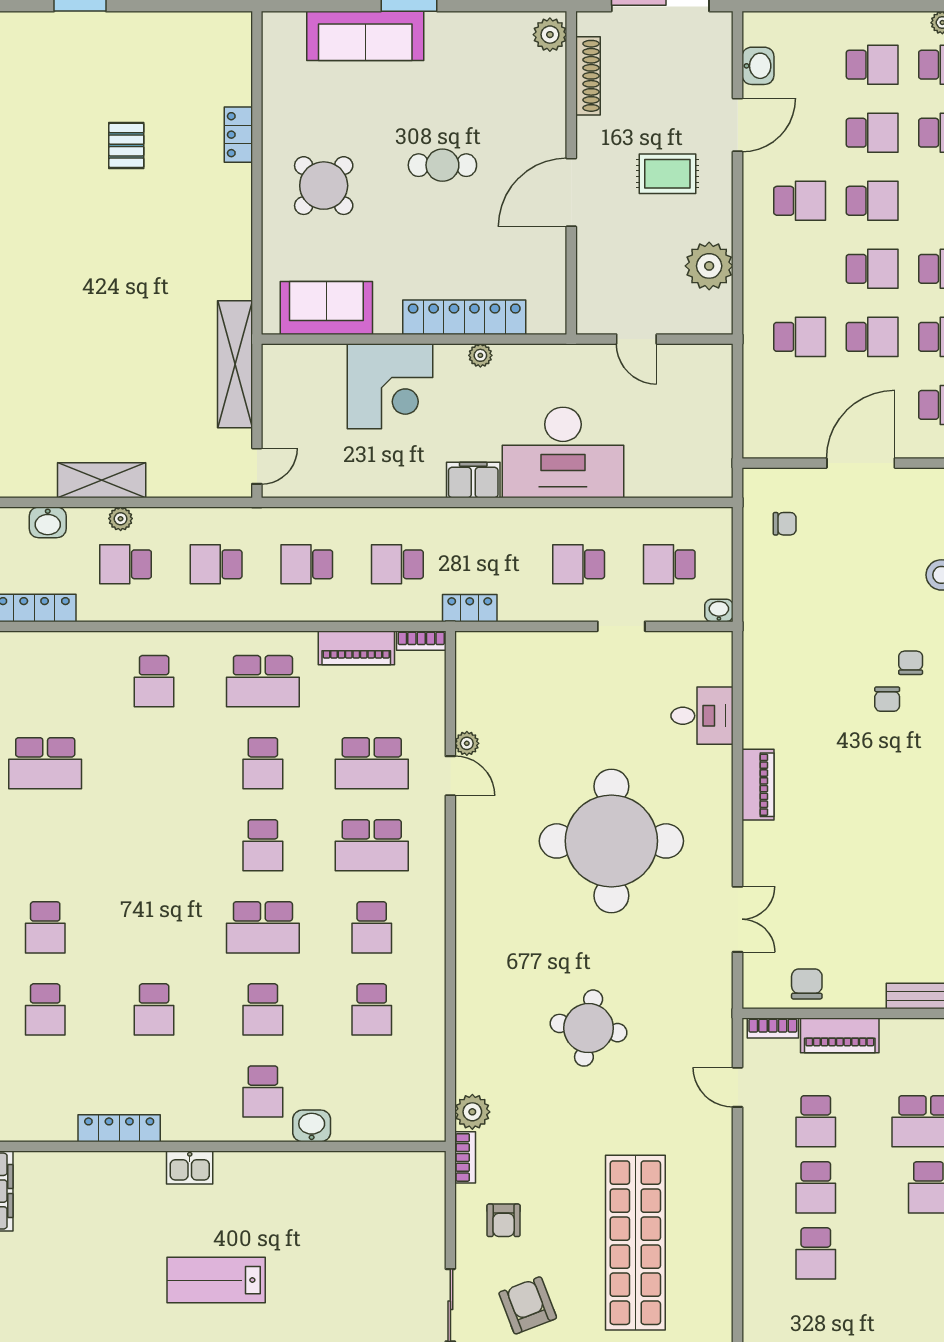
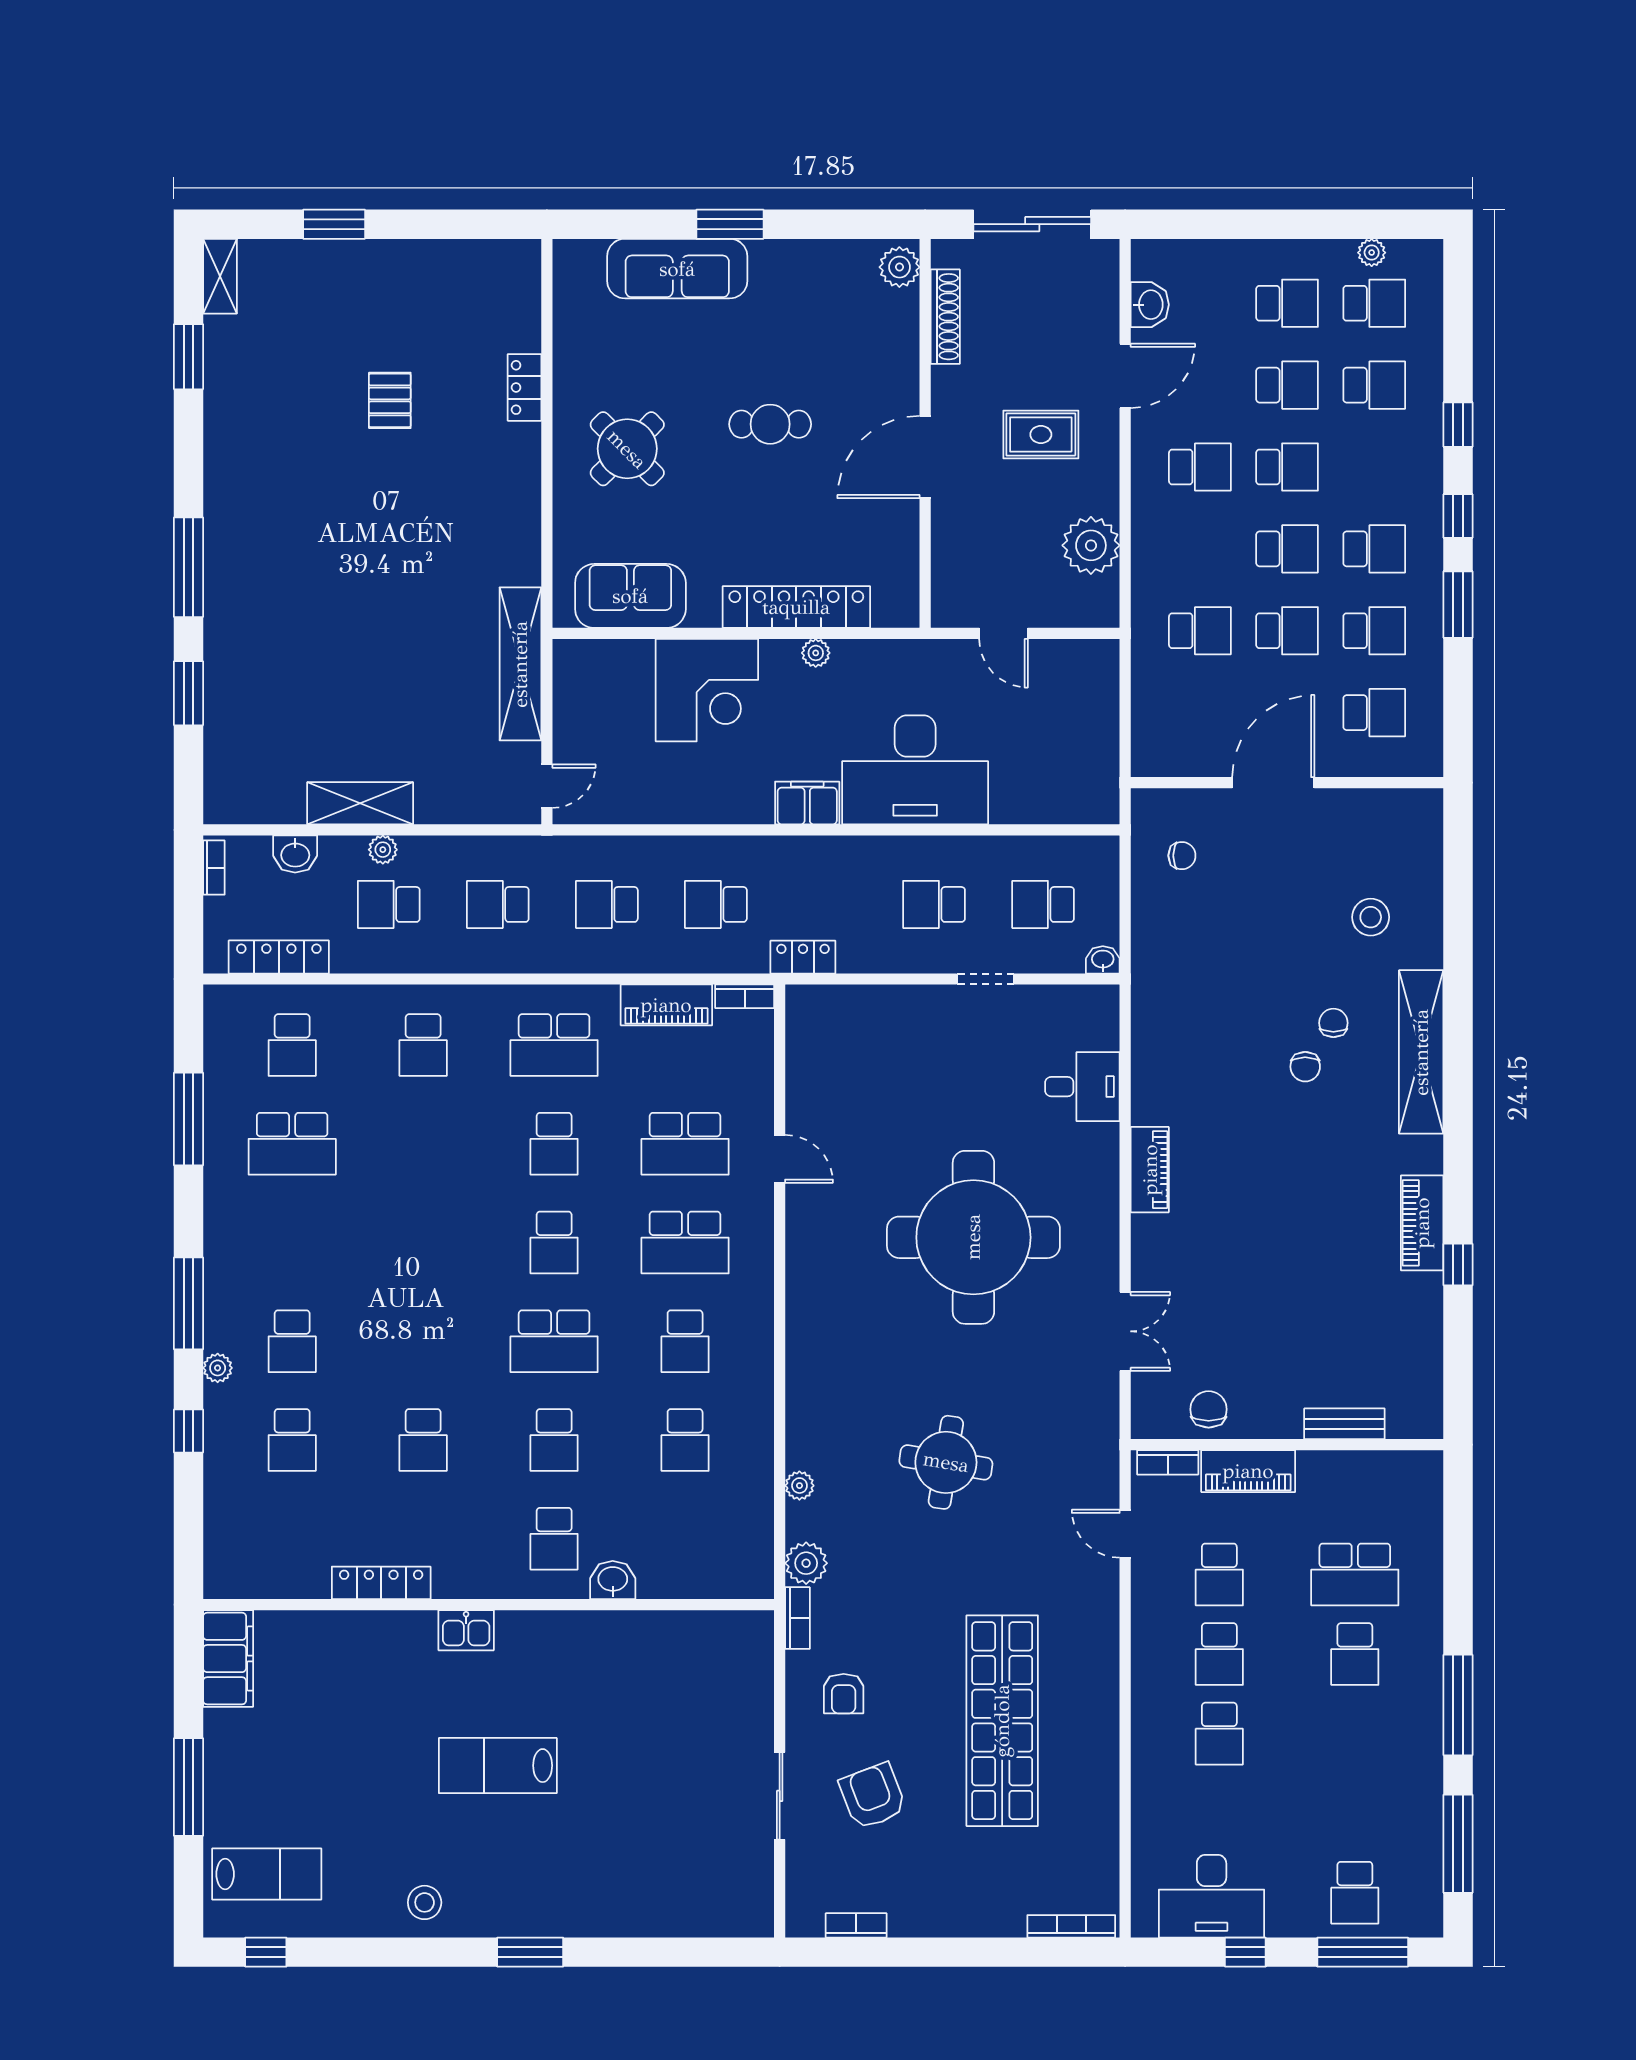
school desk: (45, 681) -> (292, 1045), added
plant: (467, 743) -> (799, 1486), moved

